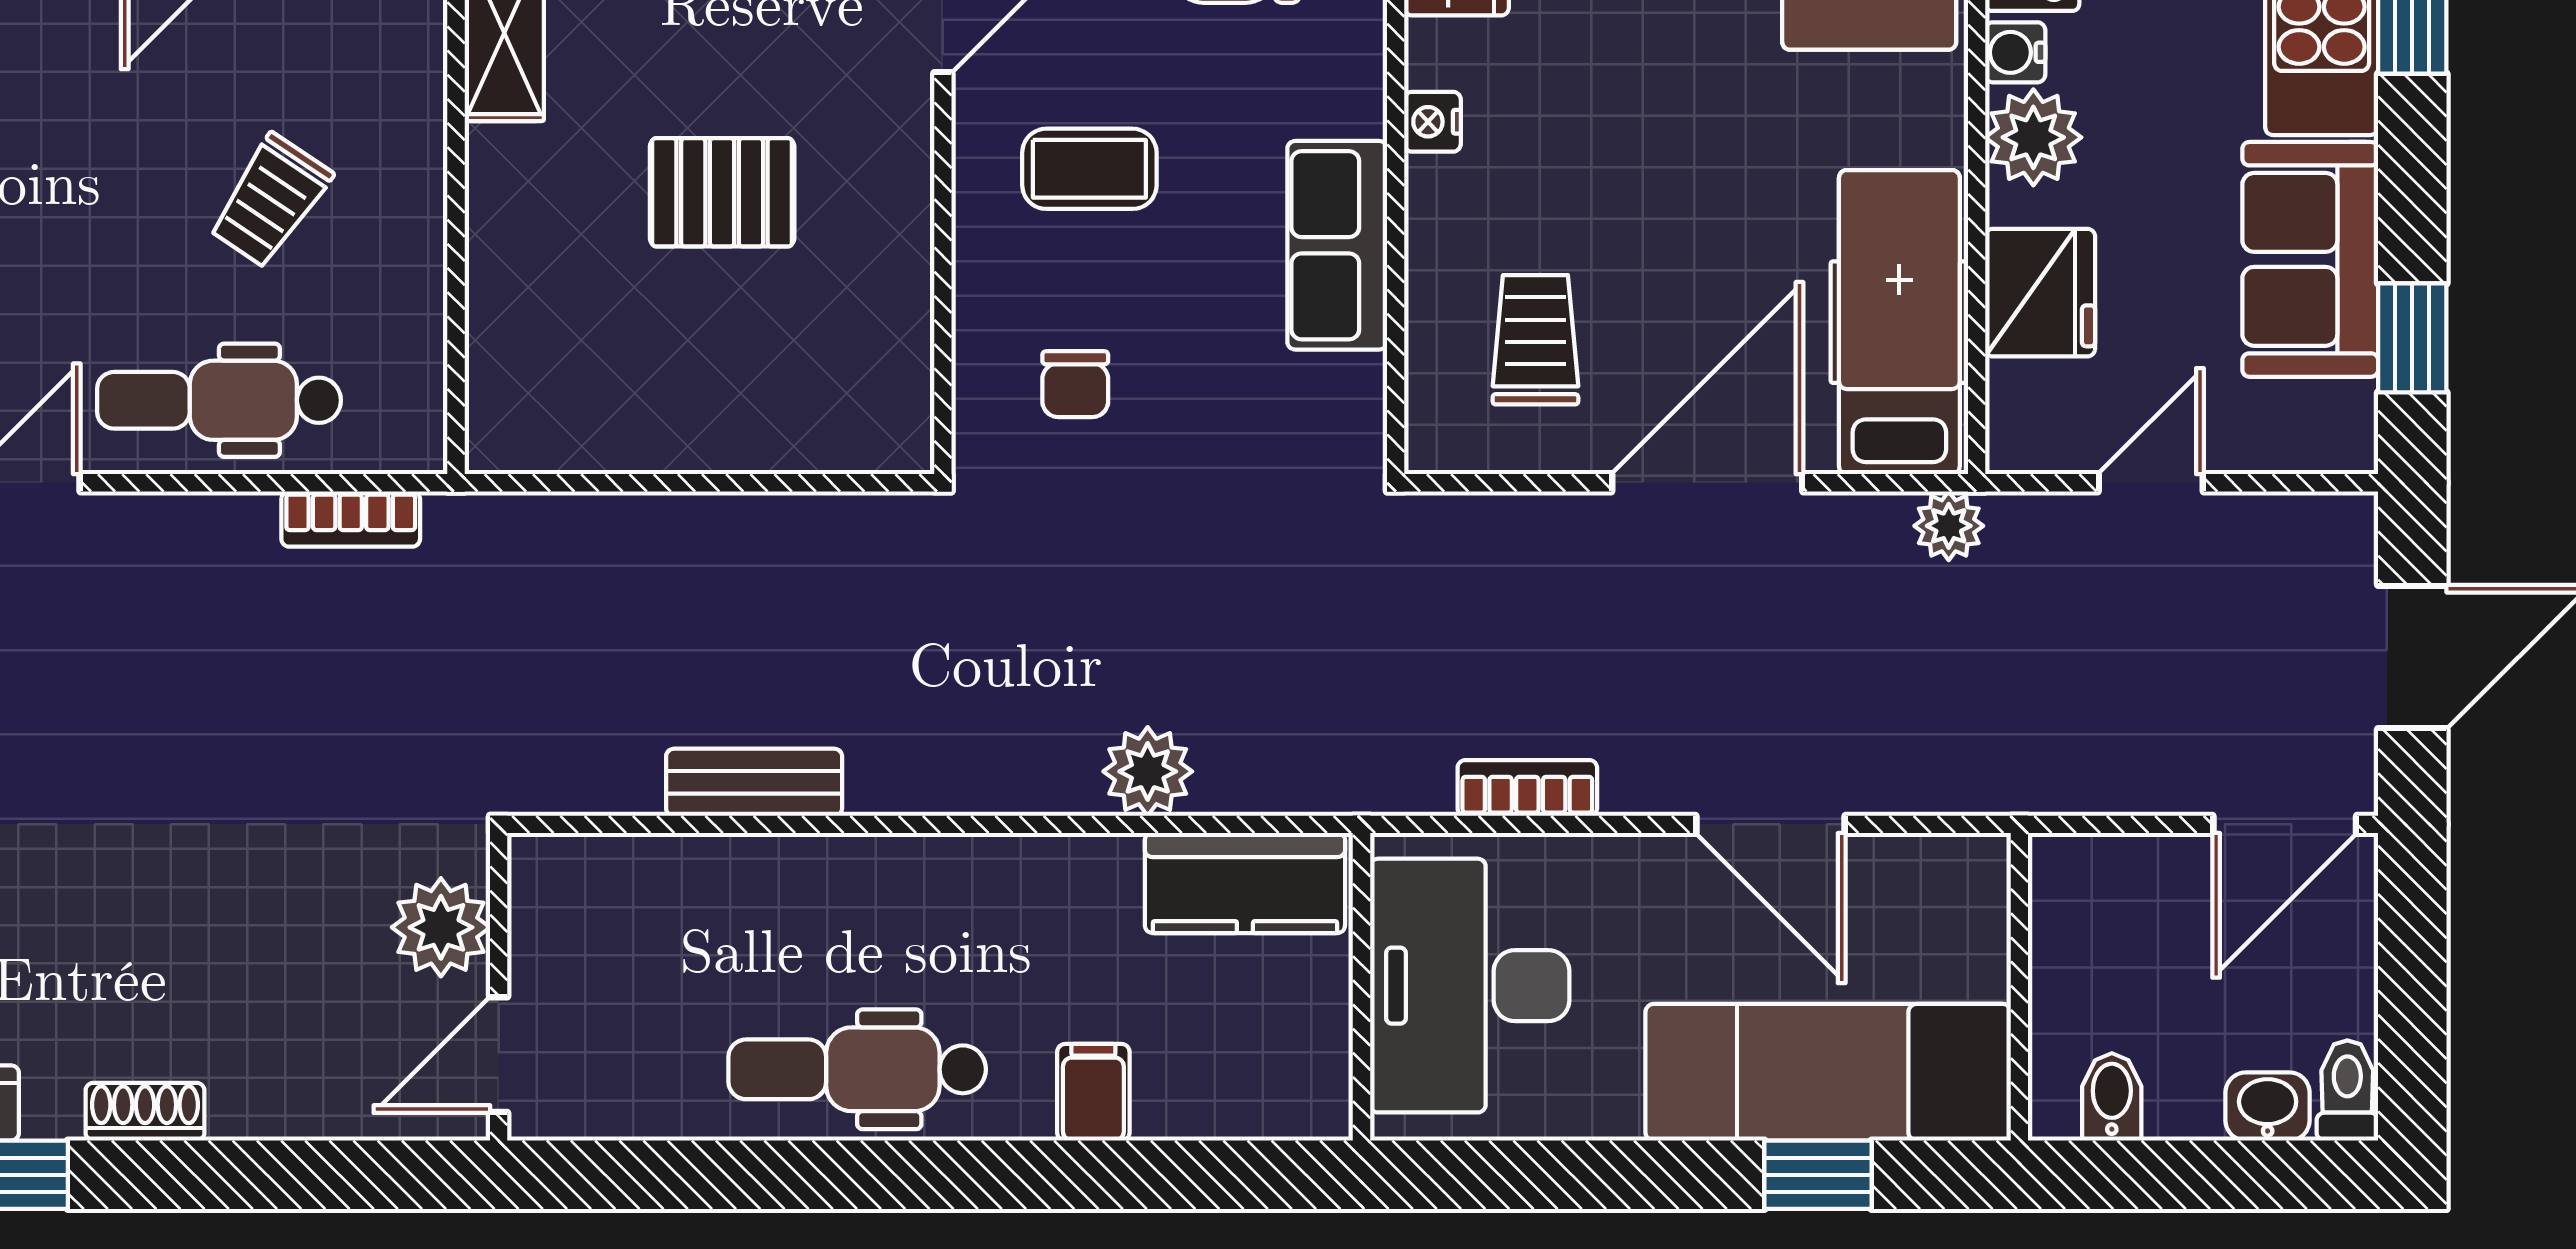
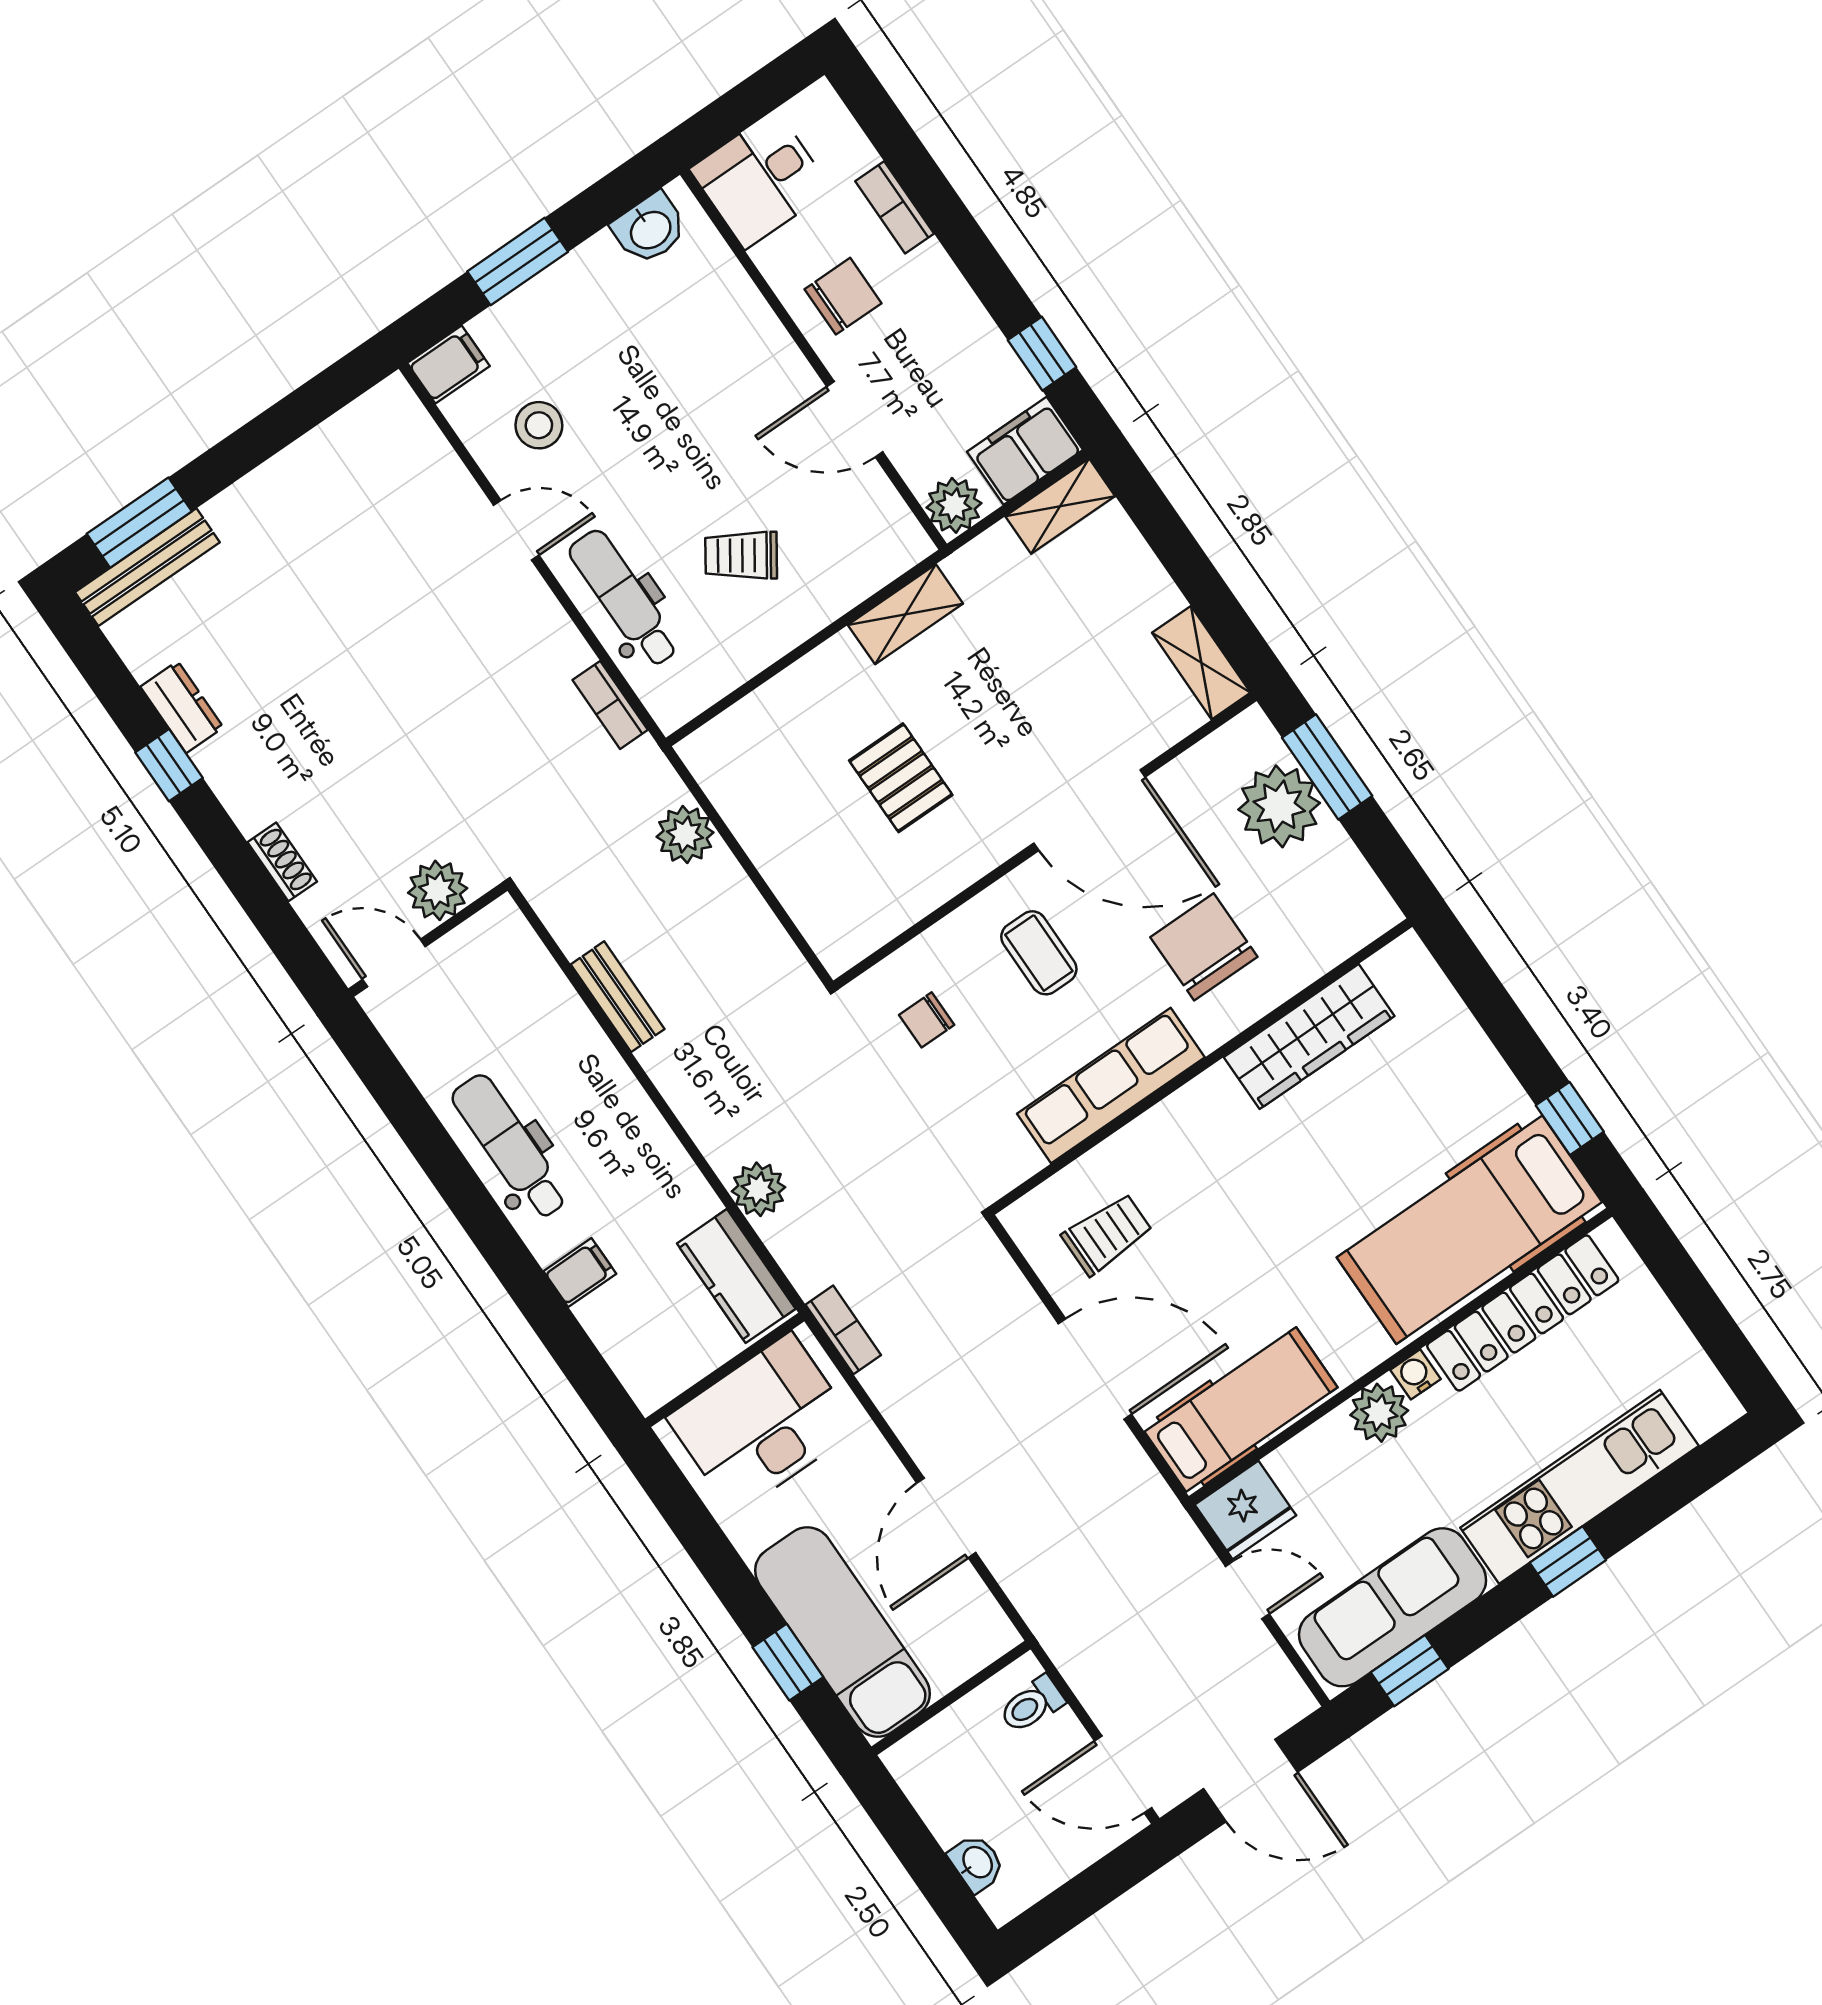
nightstand: (1432, 122) -> (1180, 1108), removed
row of seats: (1337, 245) -> (1111, 1086), width x1.48
sofa: (2310, 259) -> (1393, 1607), width x1.36
fridge: (2040, 293) -> (1245, 1510), moved
plant: (1949, 526) -> (685, 835), moved, width x1.38, depth x1.38
bookcase: (1527, 788) -> (843, 1330), moved
toilet: (2347, 1090) -> (1032, 1705), moved, turned 180
bidet: (2112, 1097) -> (928, 1782), removed
shoe rack: (145, 1112) -> (282, 862), moved

